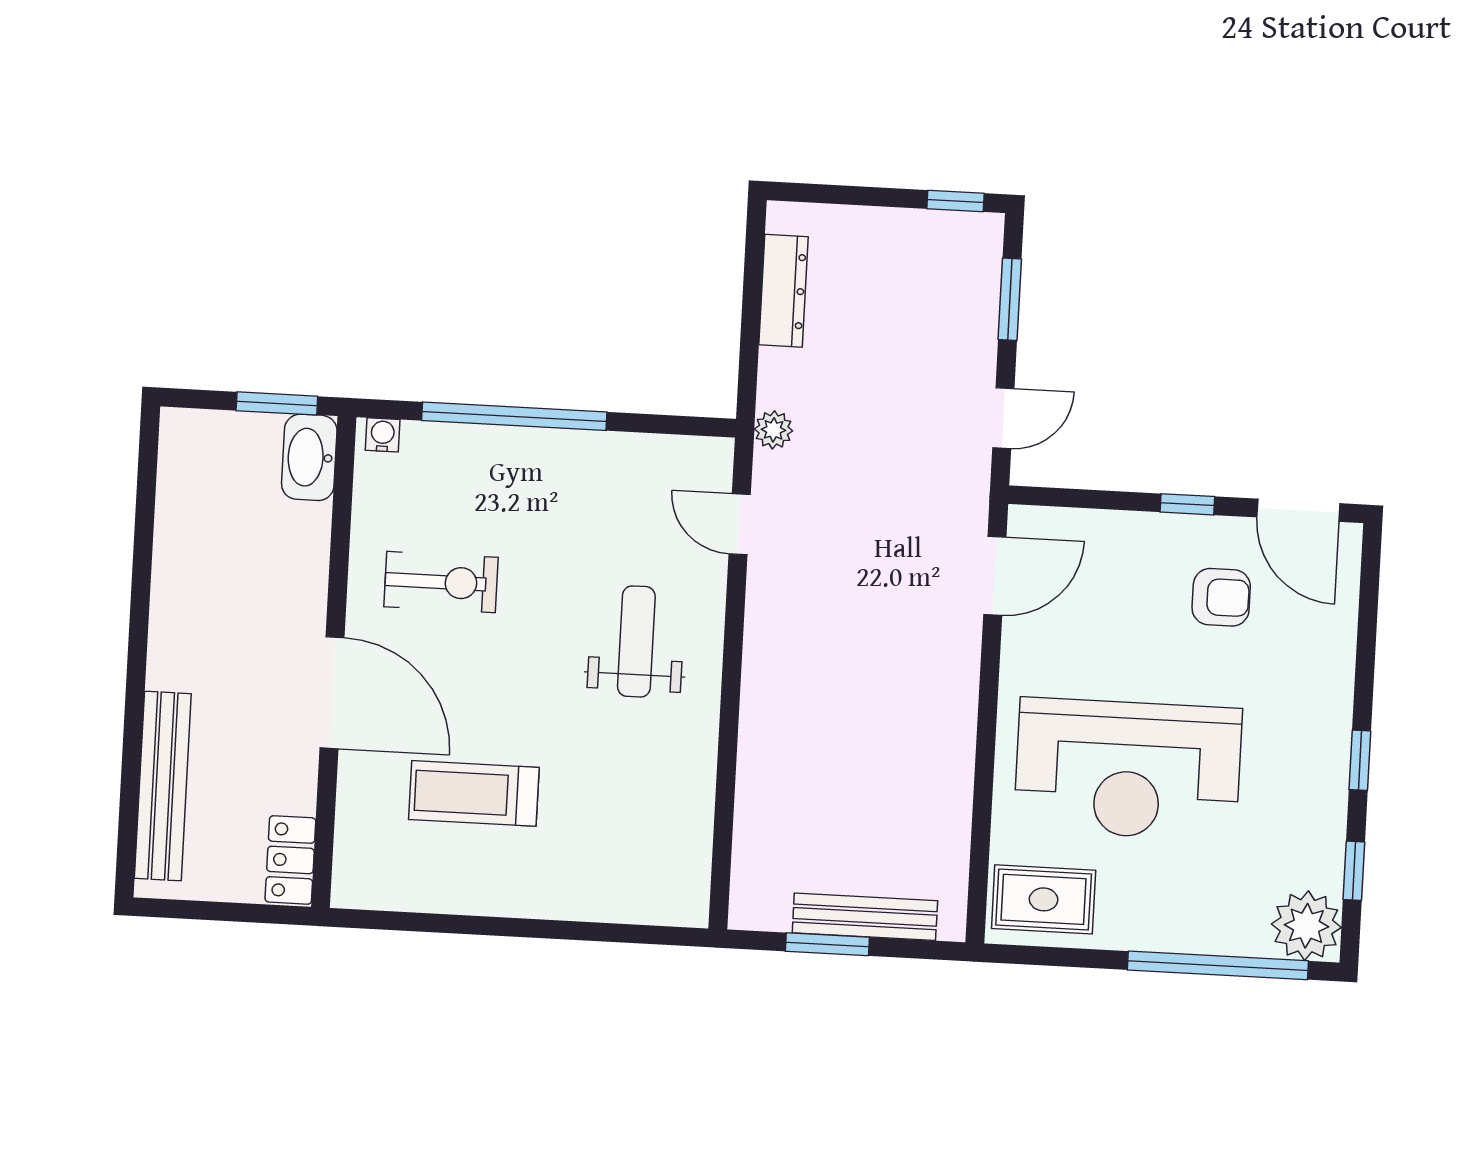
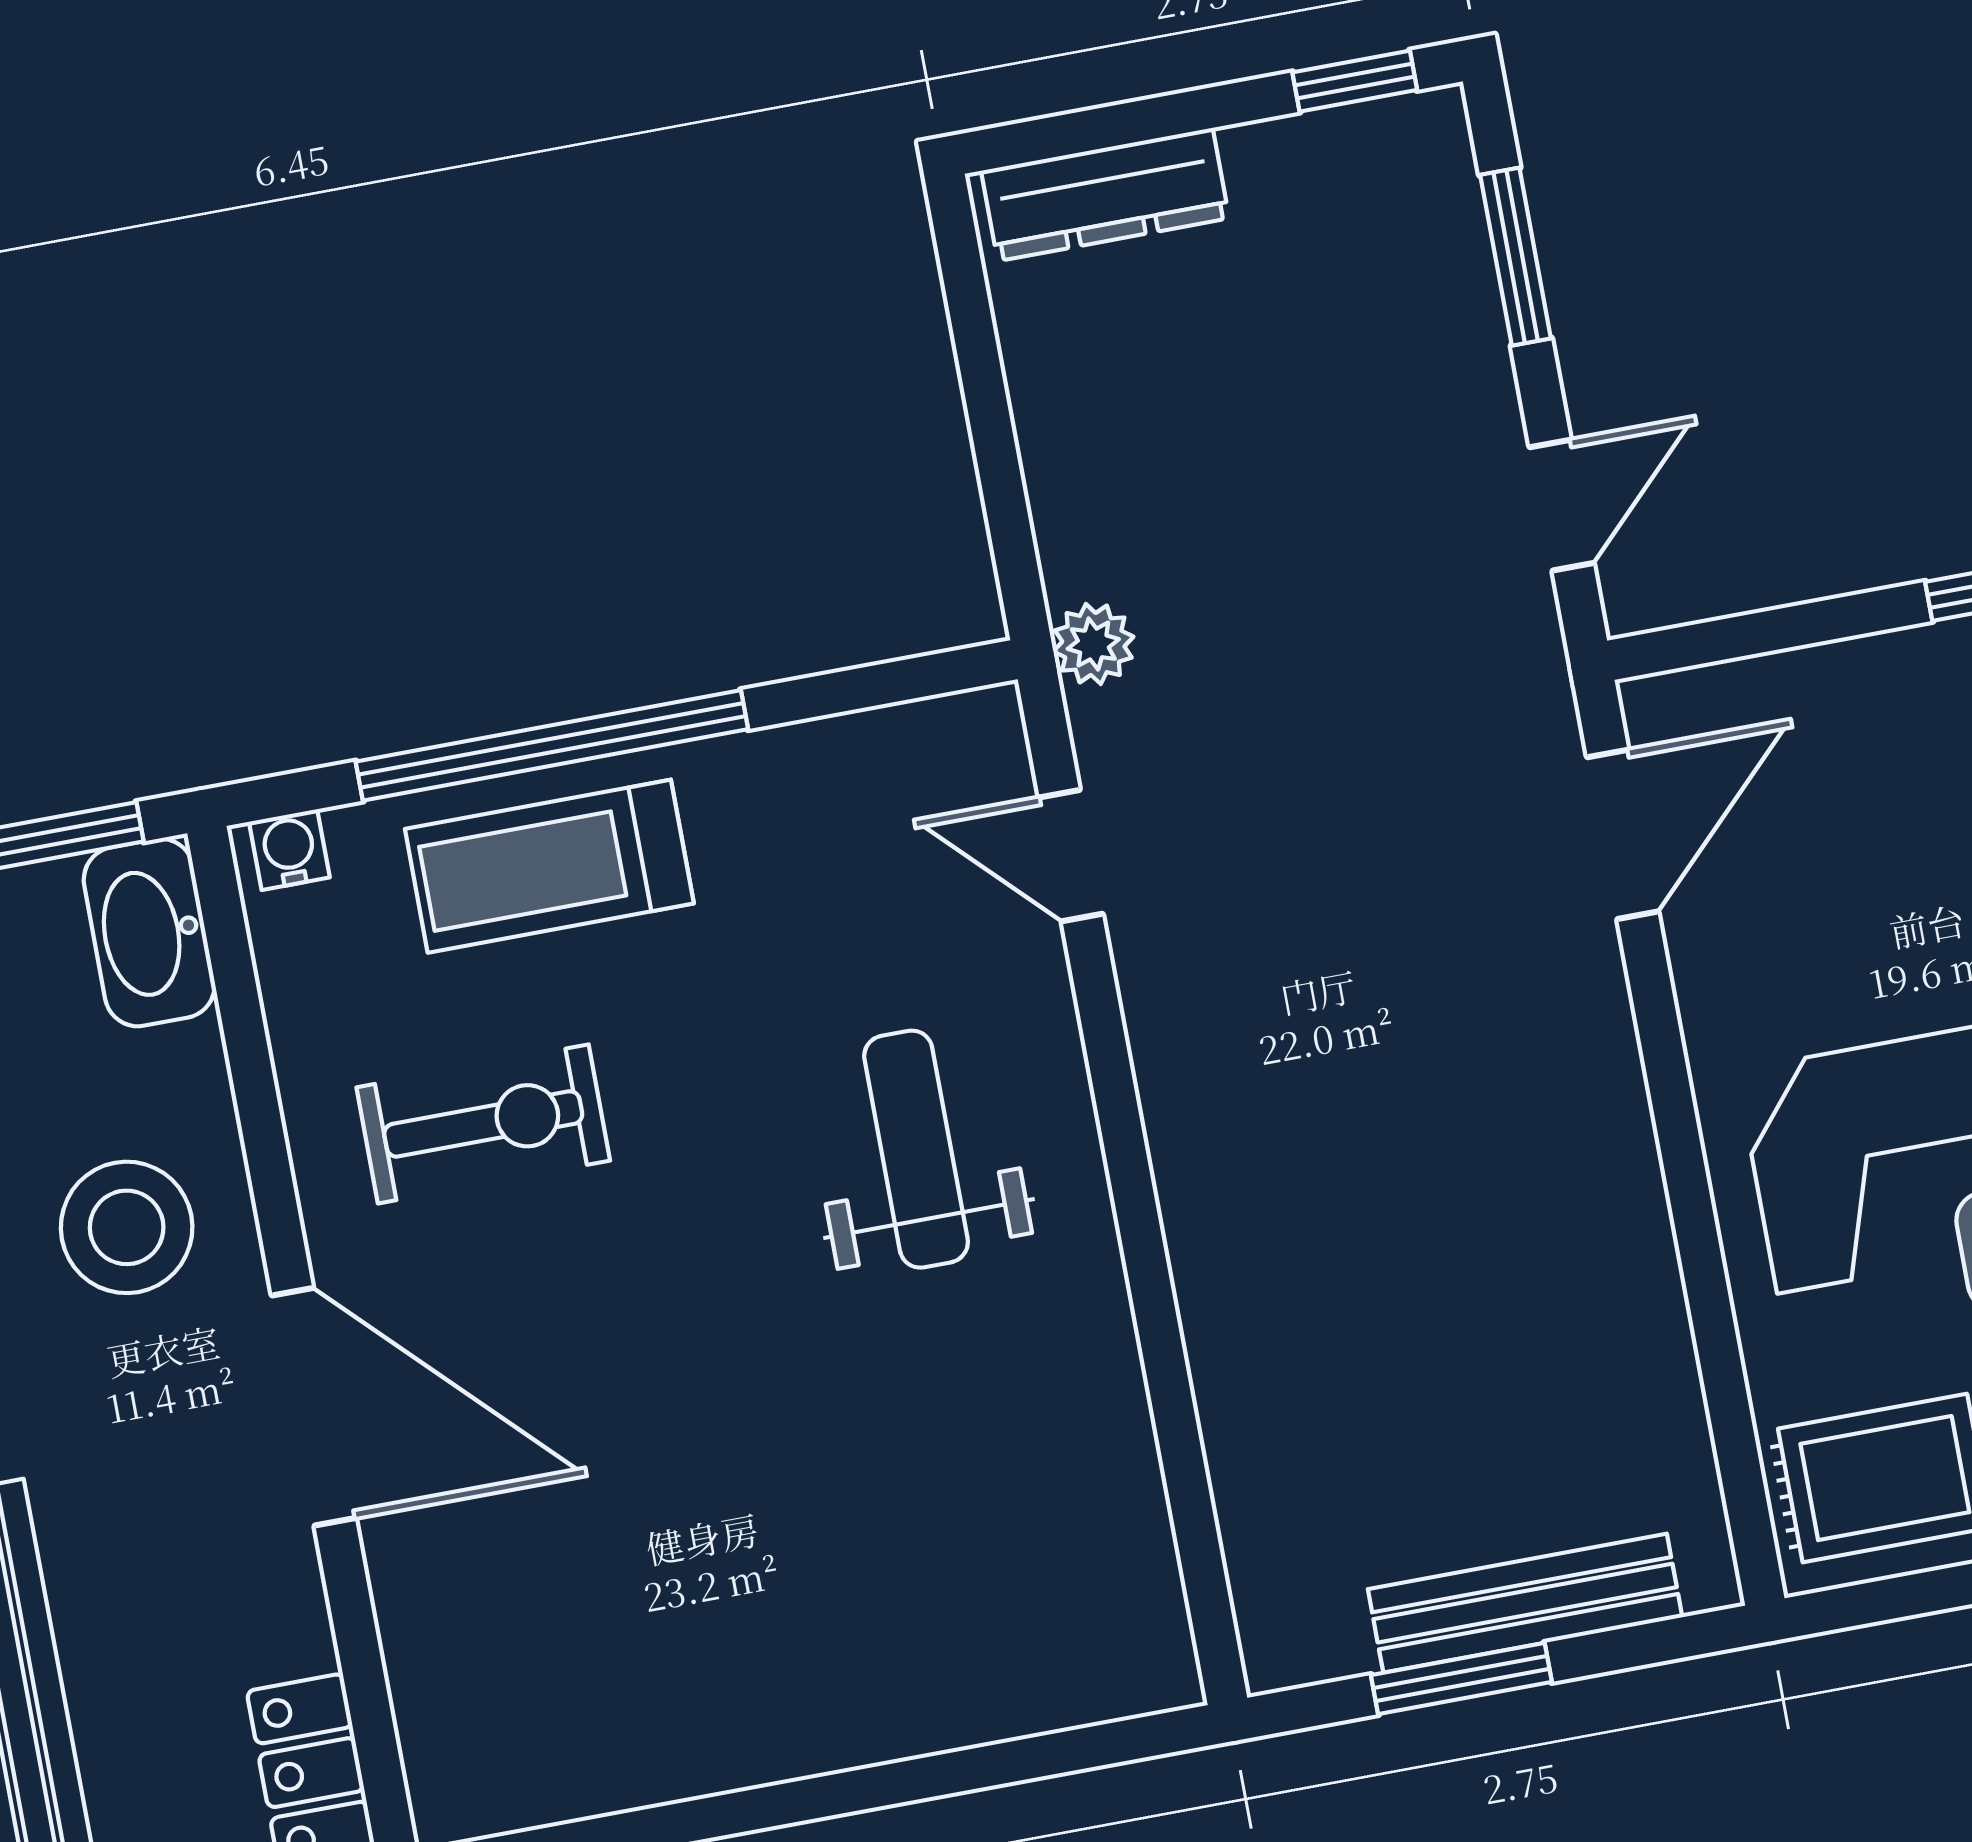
dresser: (783, 291) -> (1105, 194), moved, turned 90
stool: (266, 590) -> (127, 1227), added
treadmill: (474, 793) -> (549, 866), moved

